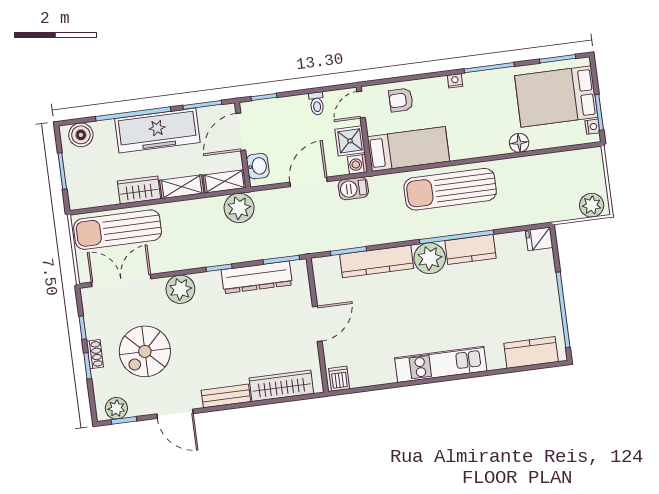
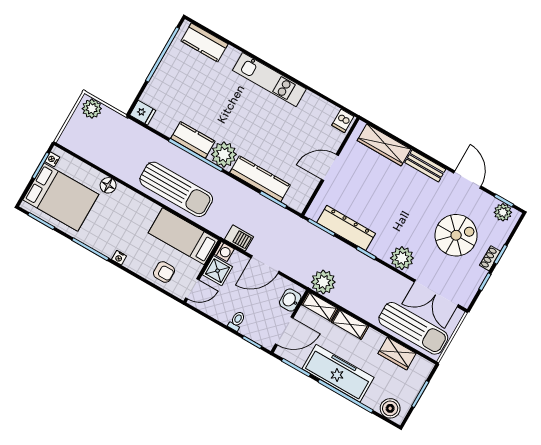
toilet: (317, 104) -> (237, 321), moved
wardrobe: (139, 190) -> (397, 353), moved

